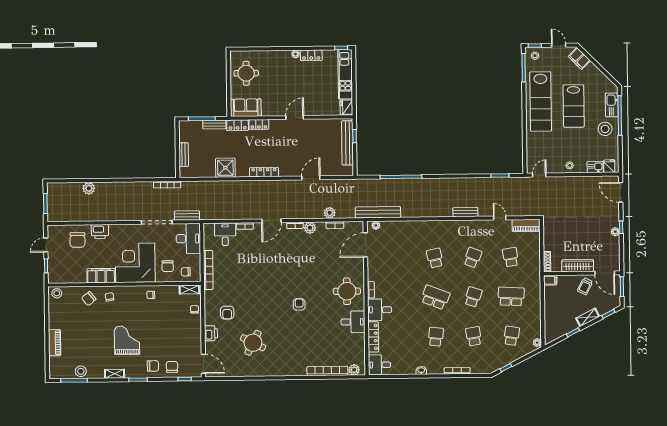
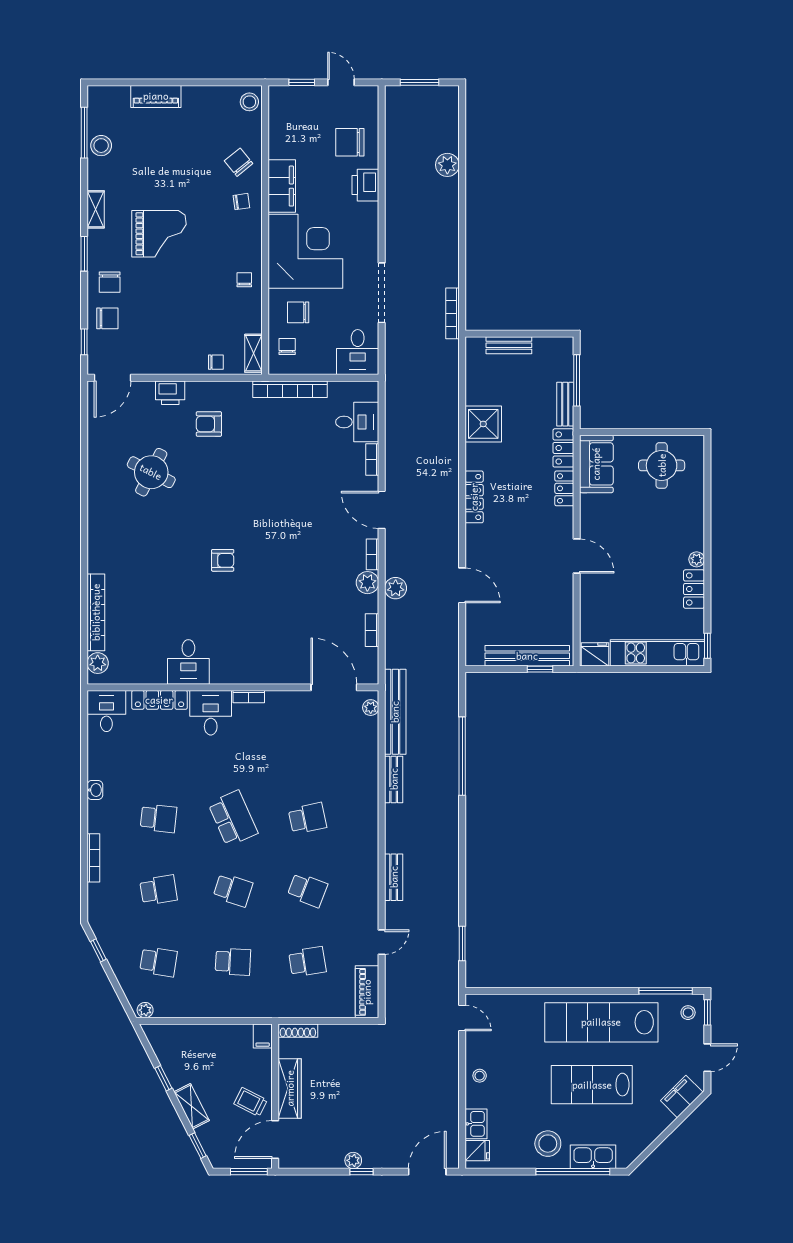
plant: (330, 213) -> (396, 588), moved
bench: (187, 215) -> (394, 779), moved
desk: (188, 239) -> (358, 352), width x0.73
round table: (347, 291) -> (247, 651), removed
school desk: (511, 296) -> (233, 962), width x0.54
school desk: (435, 297) -> (233, 818), turned -45

